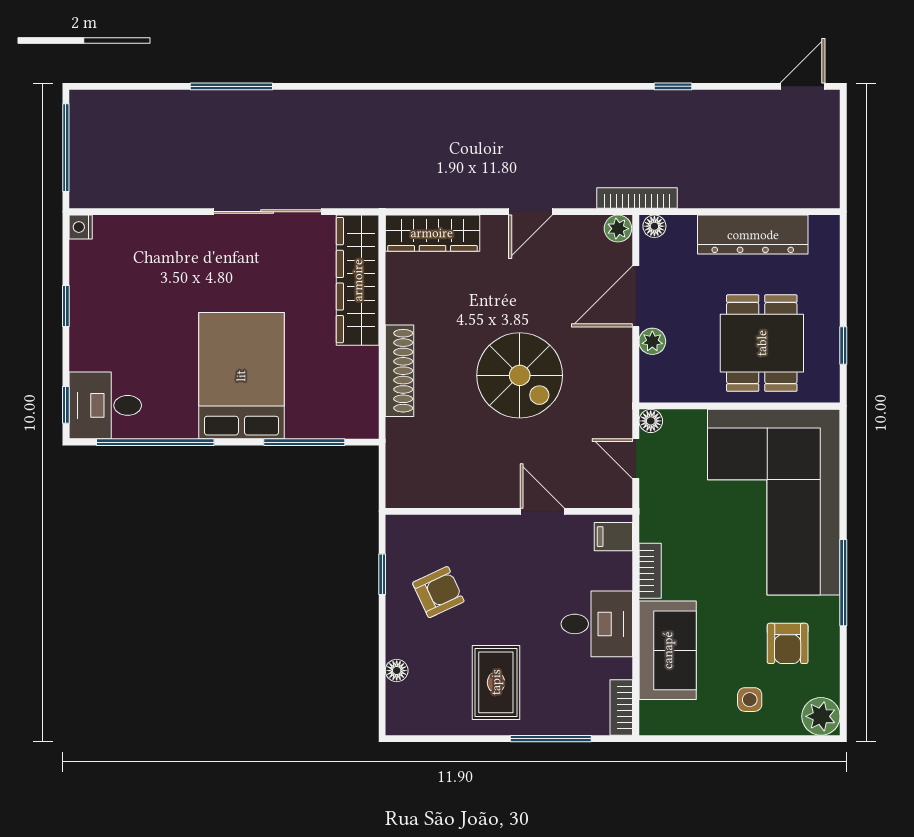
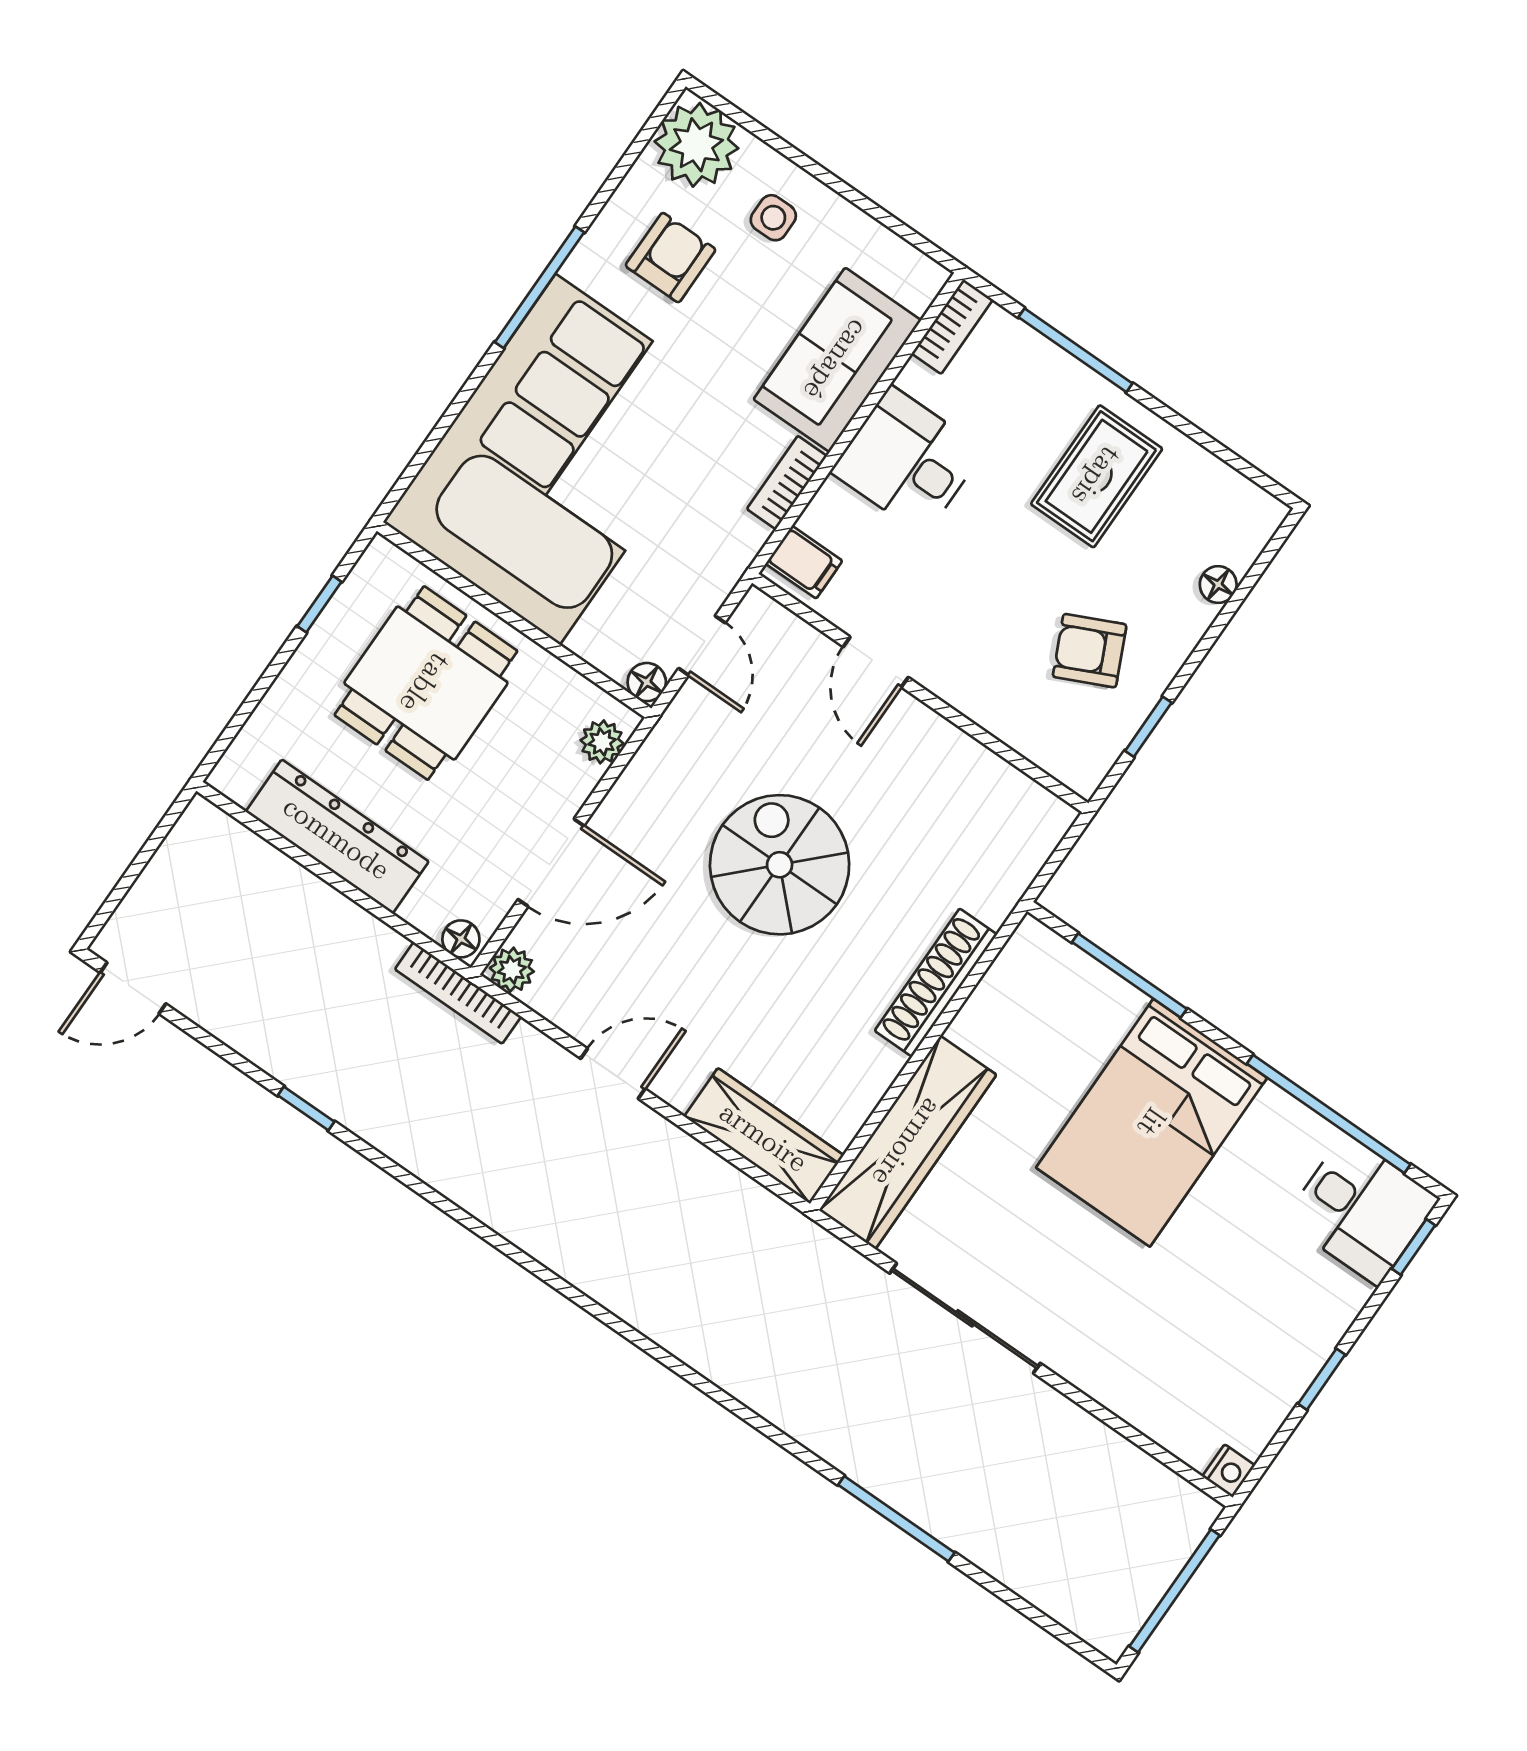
plant: (652, 341) -> (602, 742), moved
plant: (821, 716) -> (696, 145), width x1.36, depth x1.36

